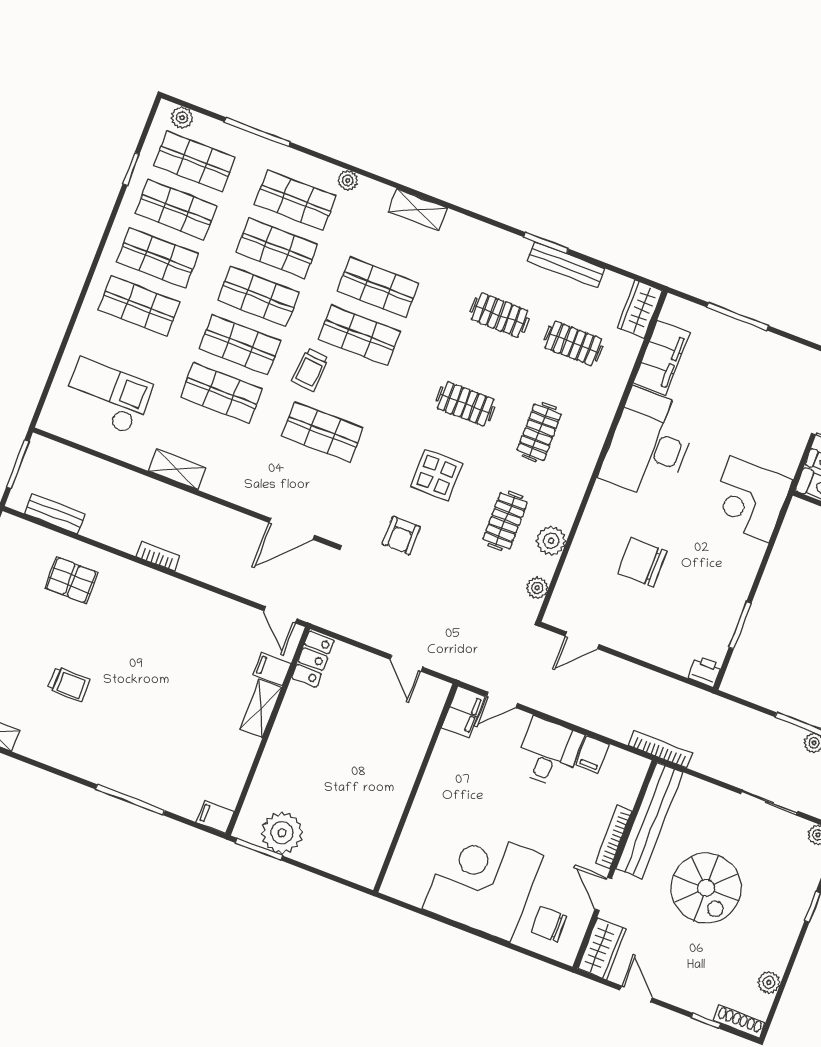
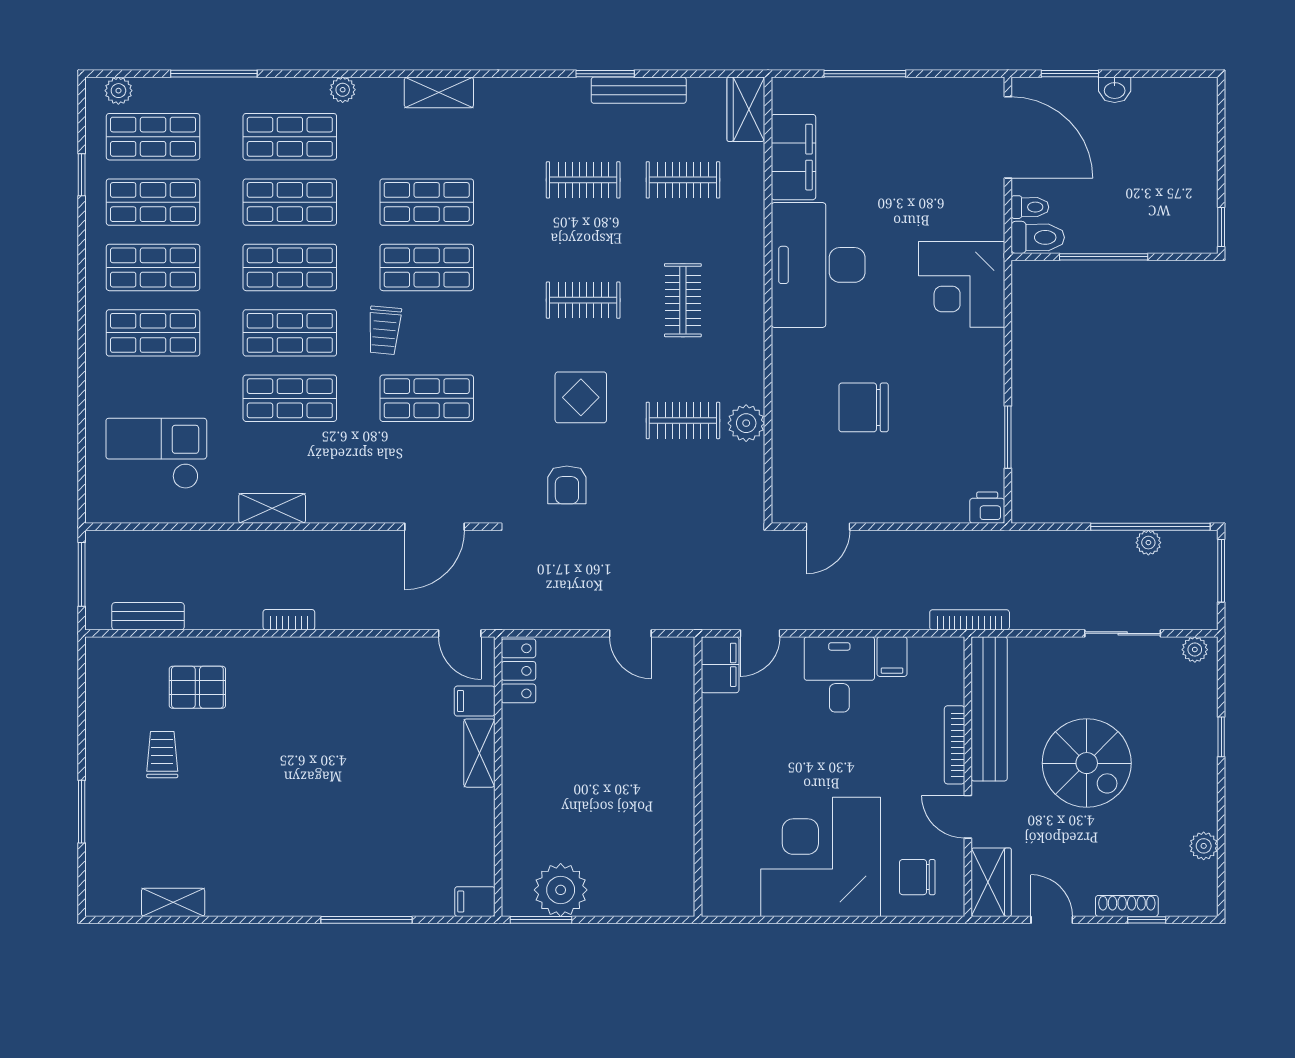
clothes rail: (505, 521) -> (683, 420), turned 90
plant: (537, 588) -> (751, 485), removed
trolley: (69, 684) -> (162, 755), moved, turned -90
shoe rack: (739, 1022) -> (1127, 906), moved

